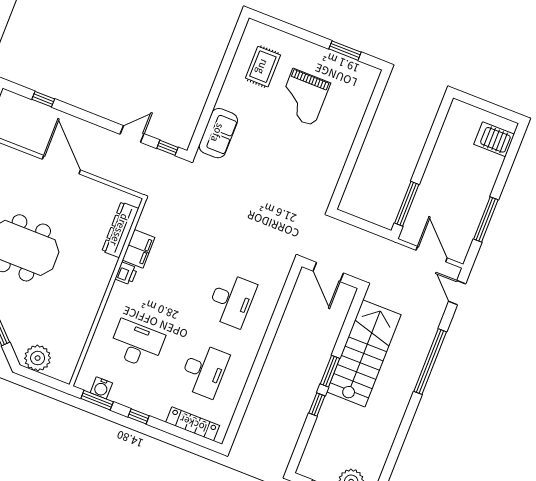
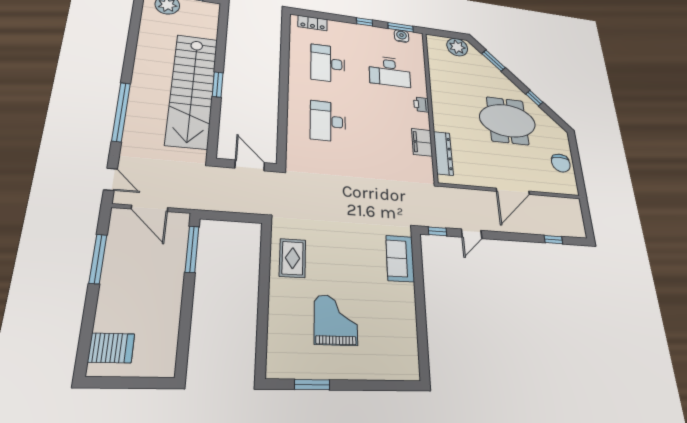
rug: (263, 67) -> (293, 258), moved
door: (61, 165) -> (513, 191), hinge flipped
printer: (126, 273) -> (421, 104), moved
stairs: (364, 353) -> (192, 90), width x1.36
window: (317, 405) -> (220, 56), removed
locker: (193, 424) -> (313, 23), width x0.66

